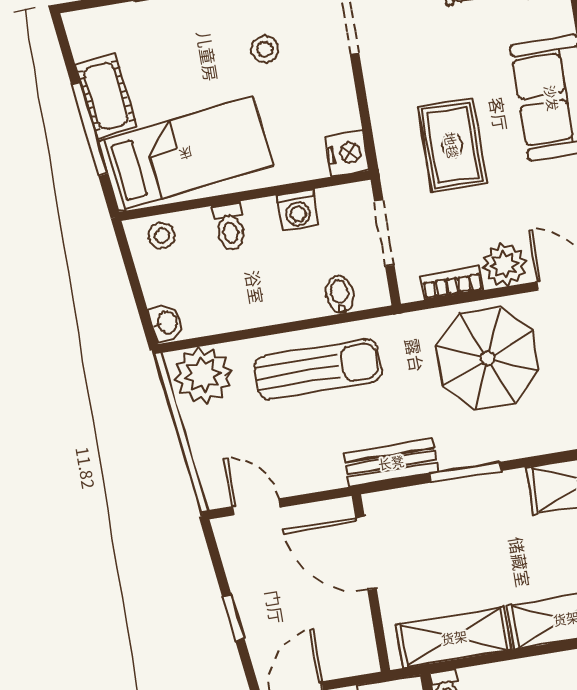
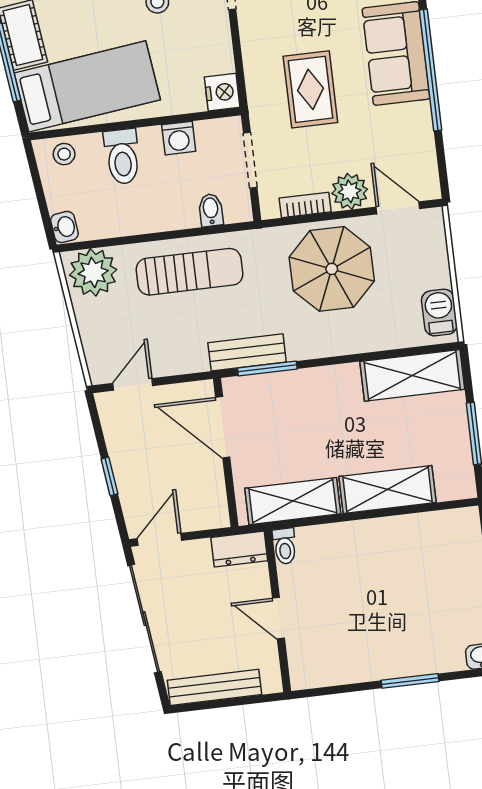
toilet: (230, 227) -> (122, 157), width x1.37, depth x1.39
window: (465, 472) -> (267, 368), moved
door: (256, 507) -> (133, 384), hinge flipped

